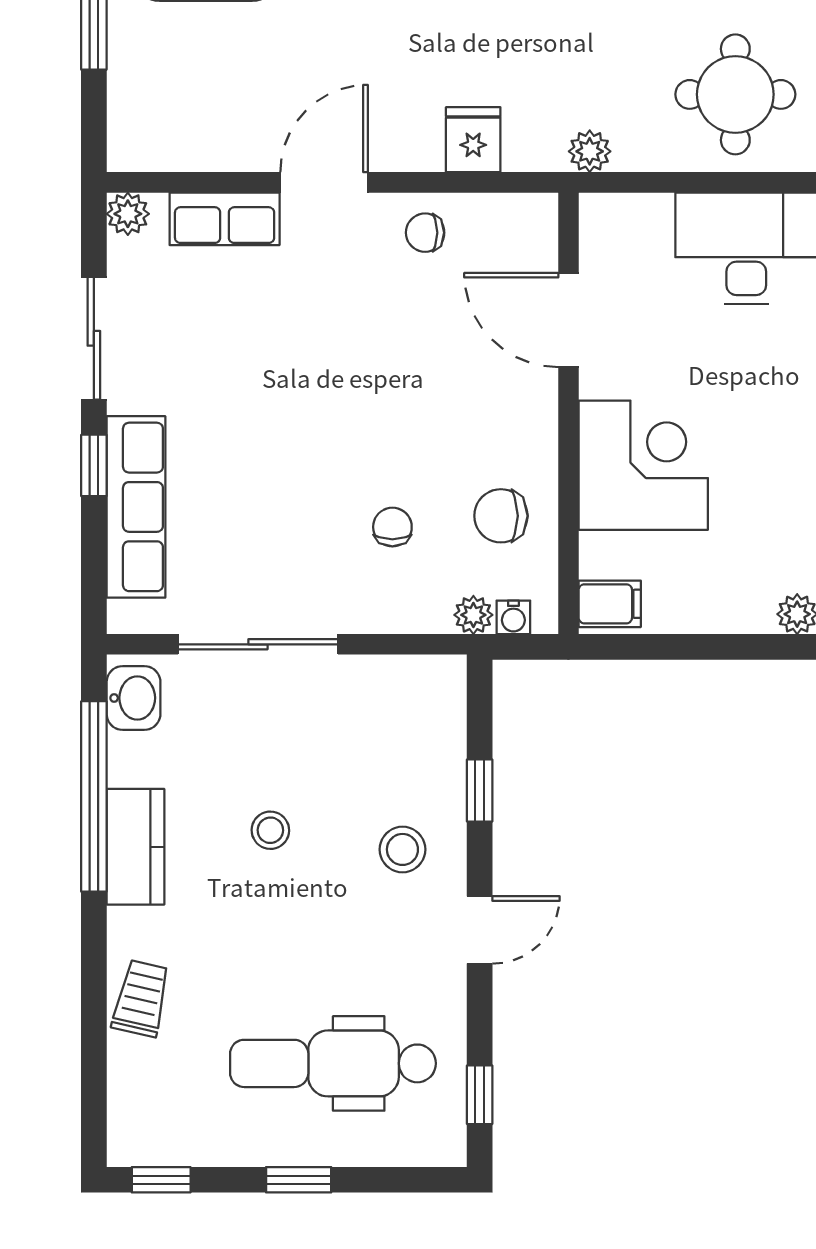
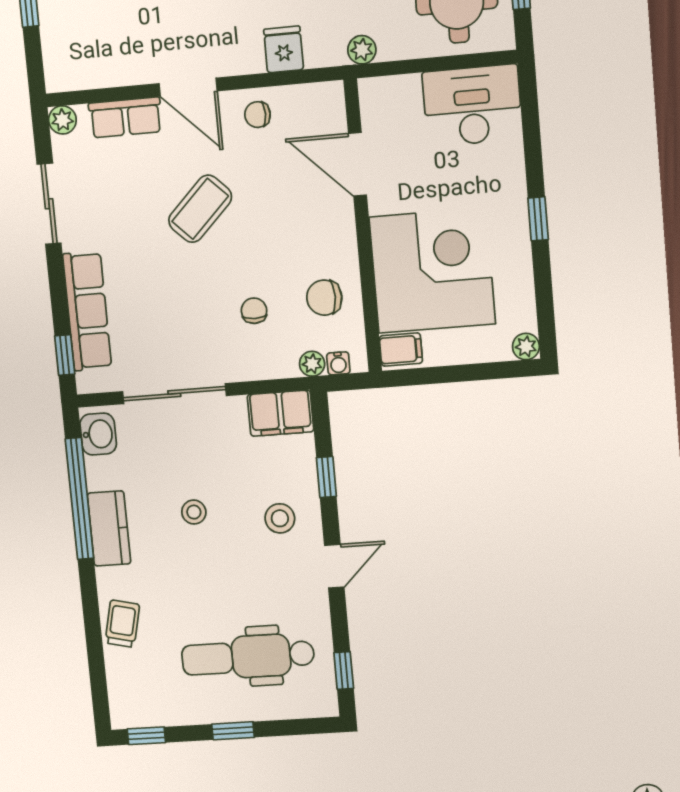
door: (324, 182) -> (188, 87), swing flipped
coffee table: (325, 366) -> (200, 209), added
window: (94, 465) -> (65, 355), moved
corner desk: (643, 465) -> (432, 271), width x1.36, depth x1.36
filing cabinet: (418, 687) -> (280, 413), added

